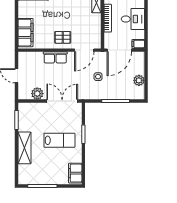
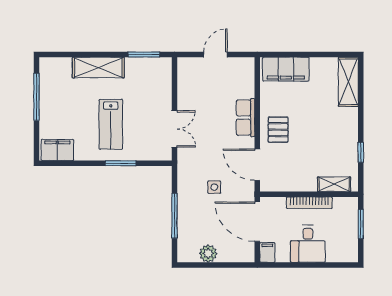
plant: (37, 94) -> (187, 88), removed
double door: (62, 101) -> (174, 129), width x0.73

